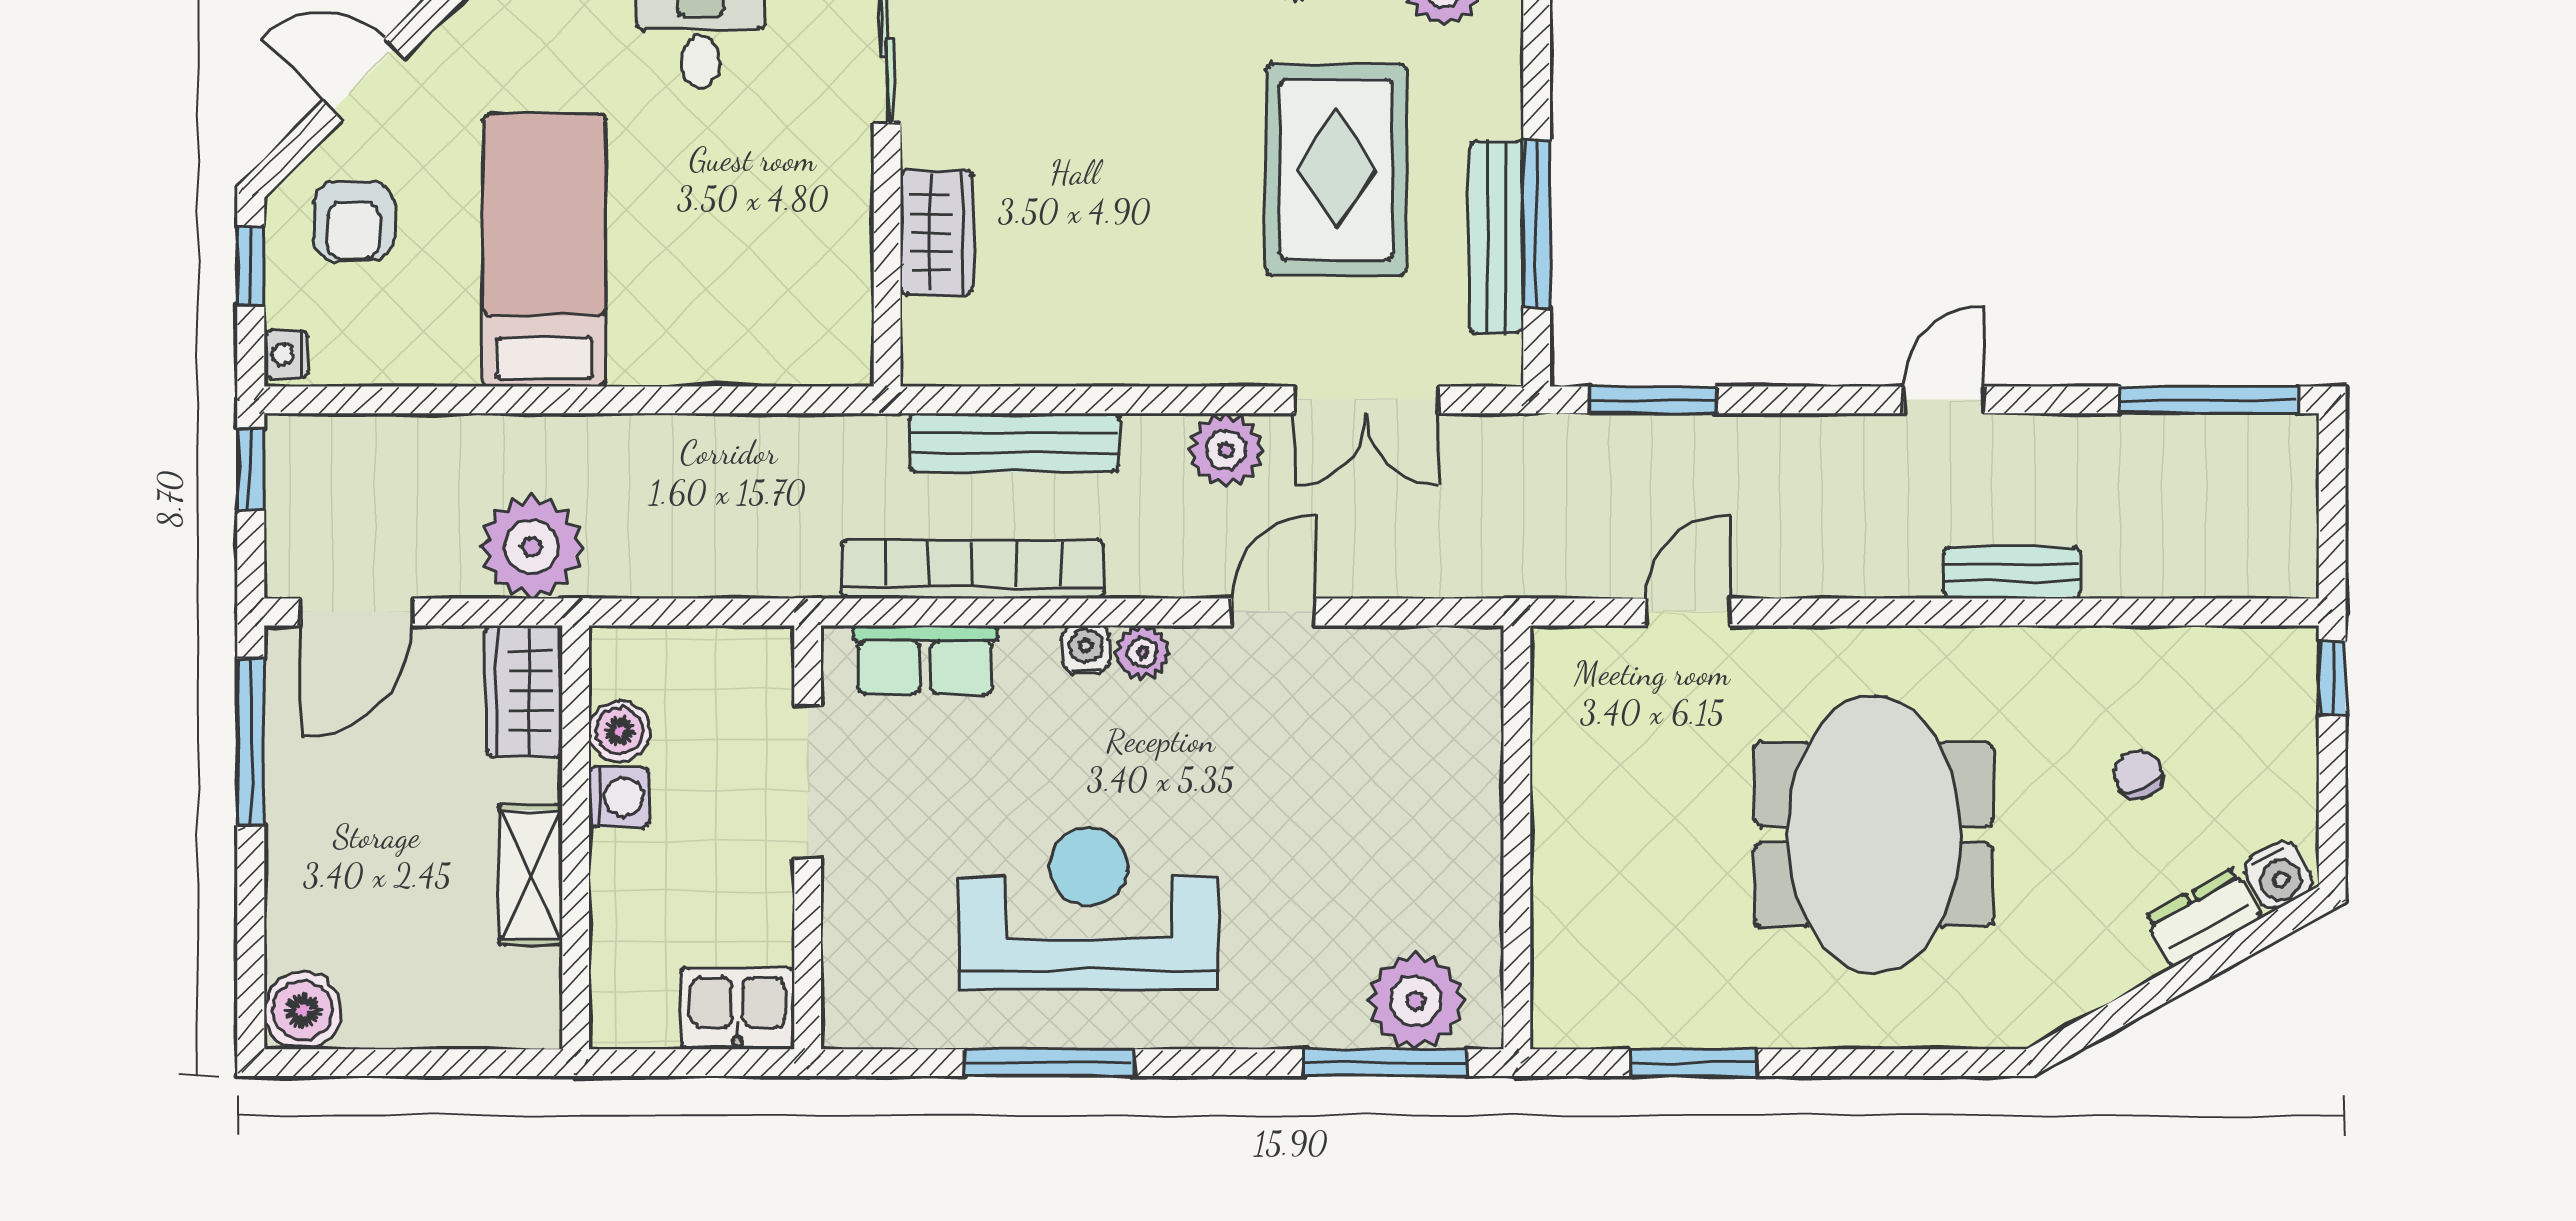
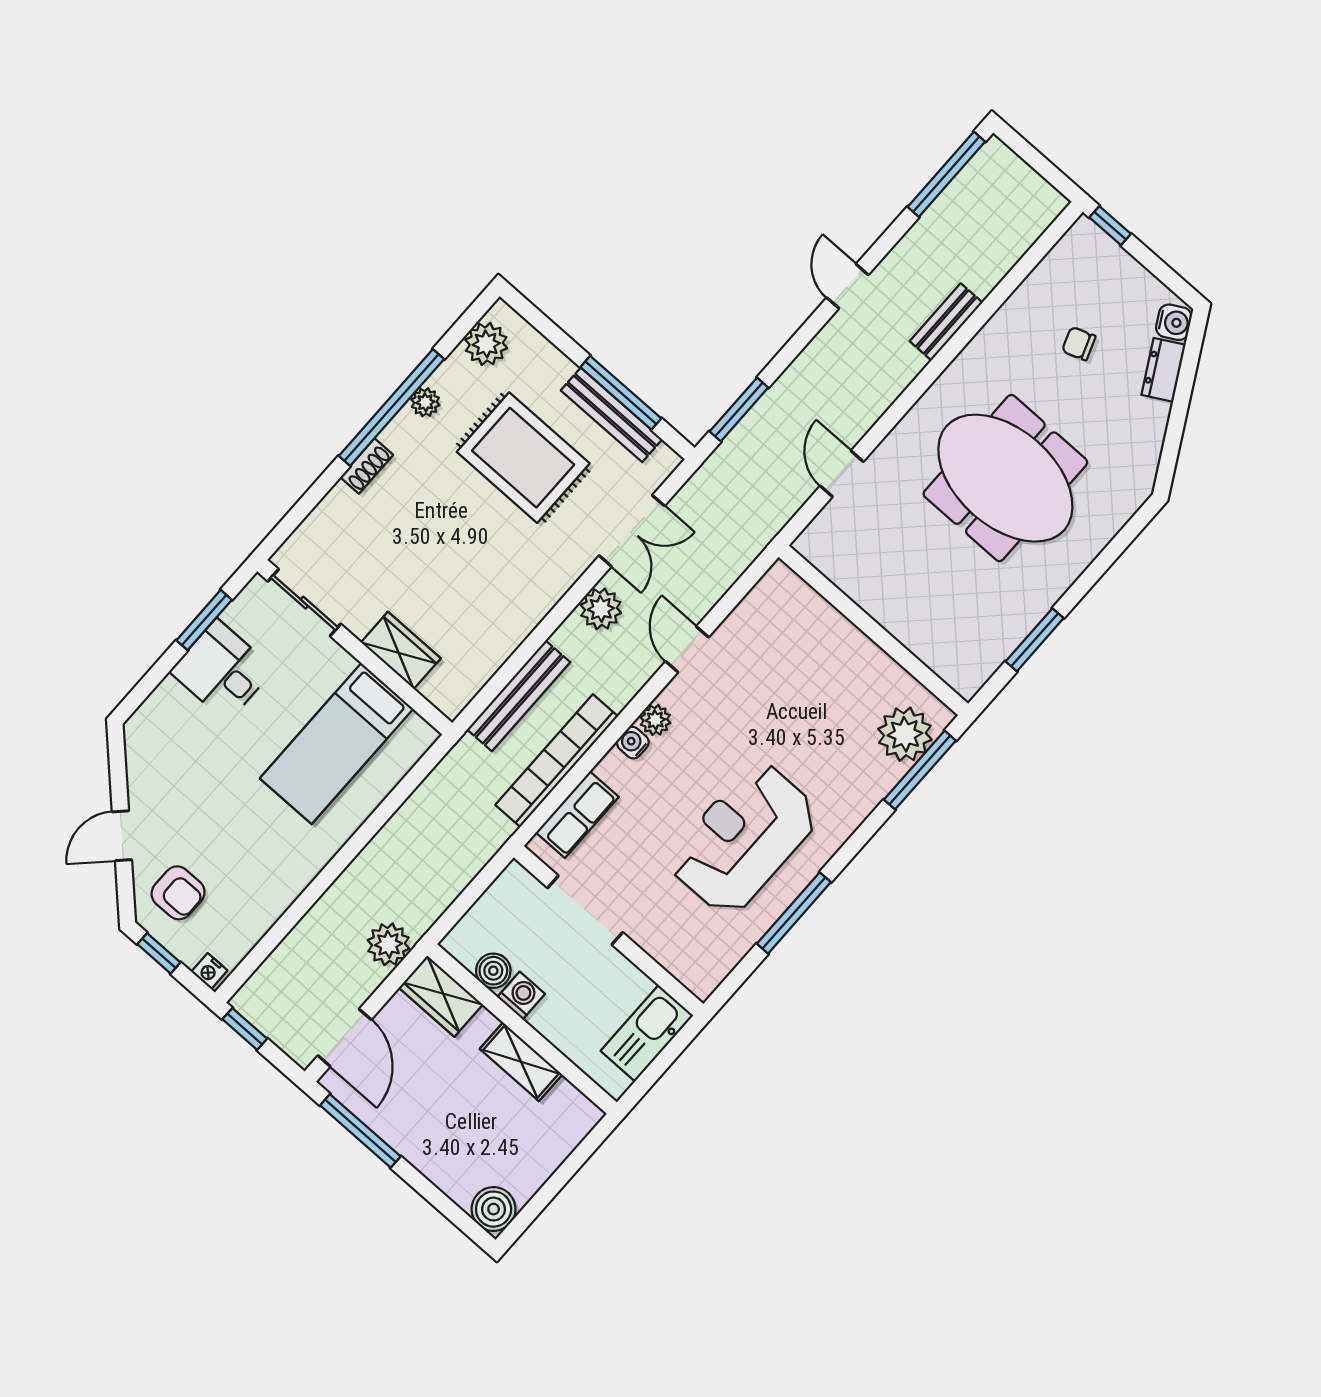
bed: (544, 250) -> (337, 744), moved, turned -90
plant: (532, 547) -> (388, 944), width x0.73, depth x0.73
kitchen sink: (738, 1008) -> (647, 1033), width x1.38

